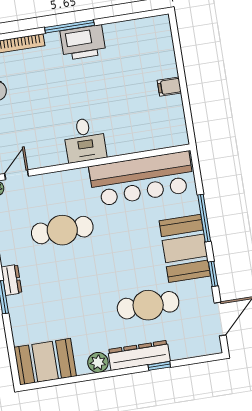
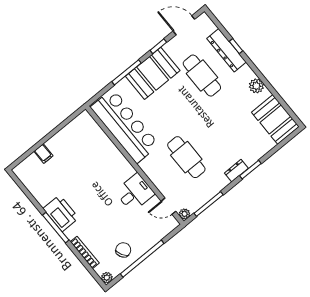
filing cabinet: (169, 87) -> (43, 154), moved
desk: (85, 140) -> (135, 193), moved
dresser: (139, 355) -> (227, 50), moved

